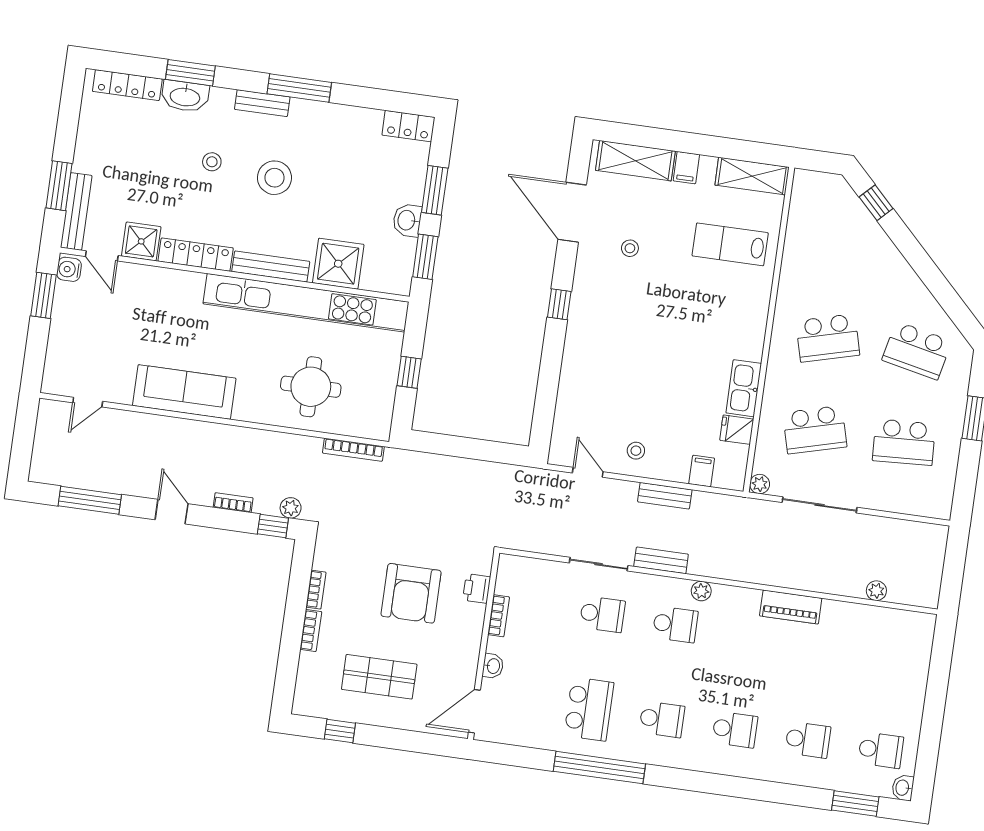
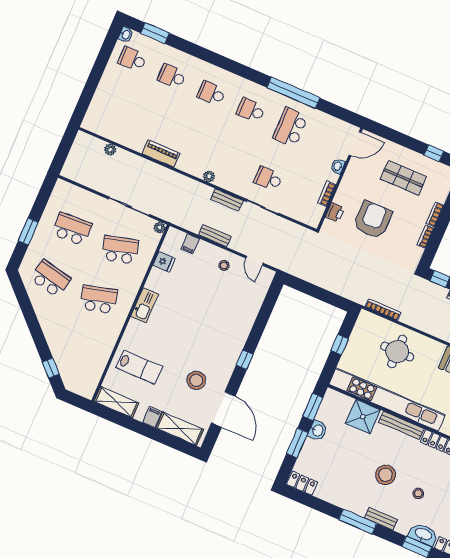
stool: (630, 248) -> (196, 380), width x1.89, depth x1.89
kitchen sink: (744, 388) -> (145, 305), moved
plant: (291, 508) -> (427, 286), removed
school desk: (675, 624) -> (229, 162), removed

